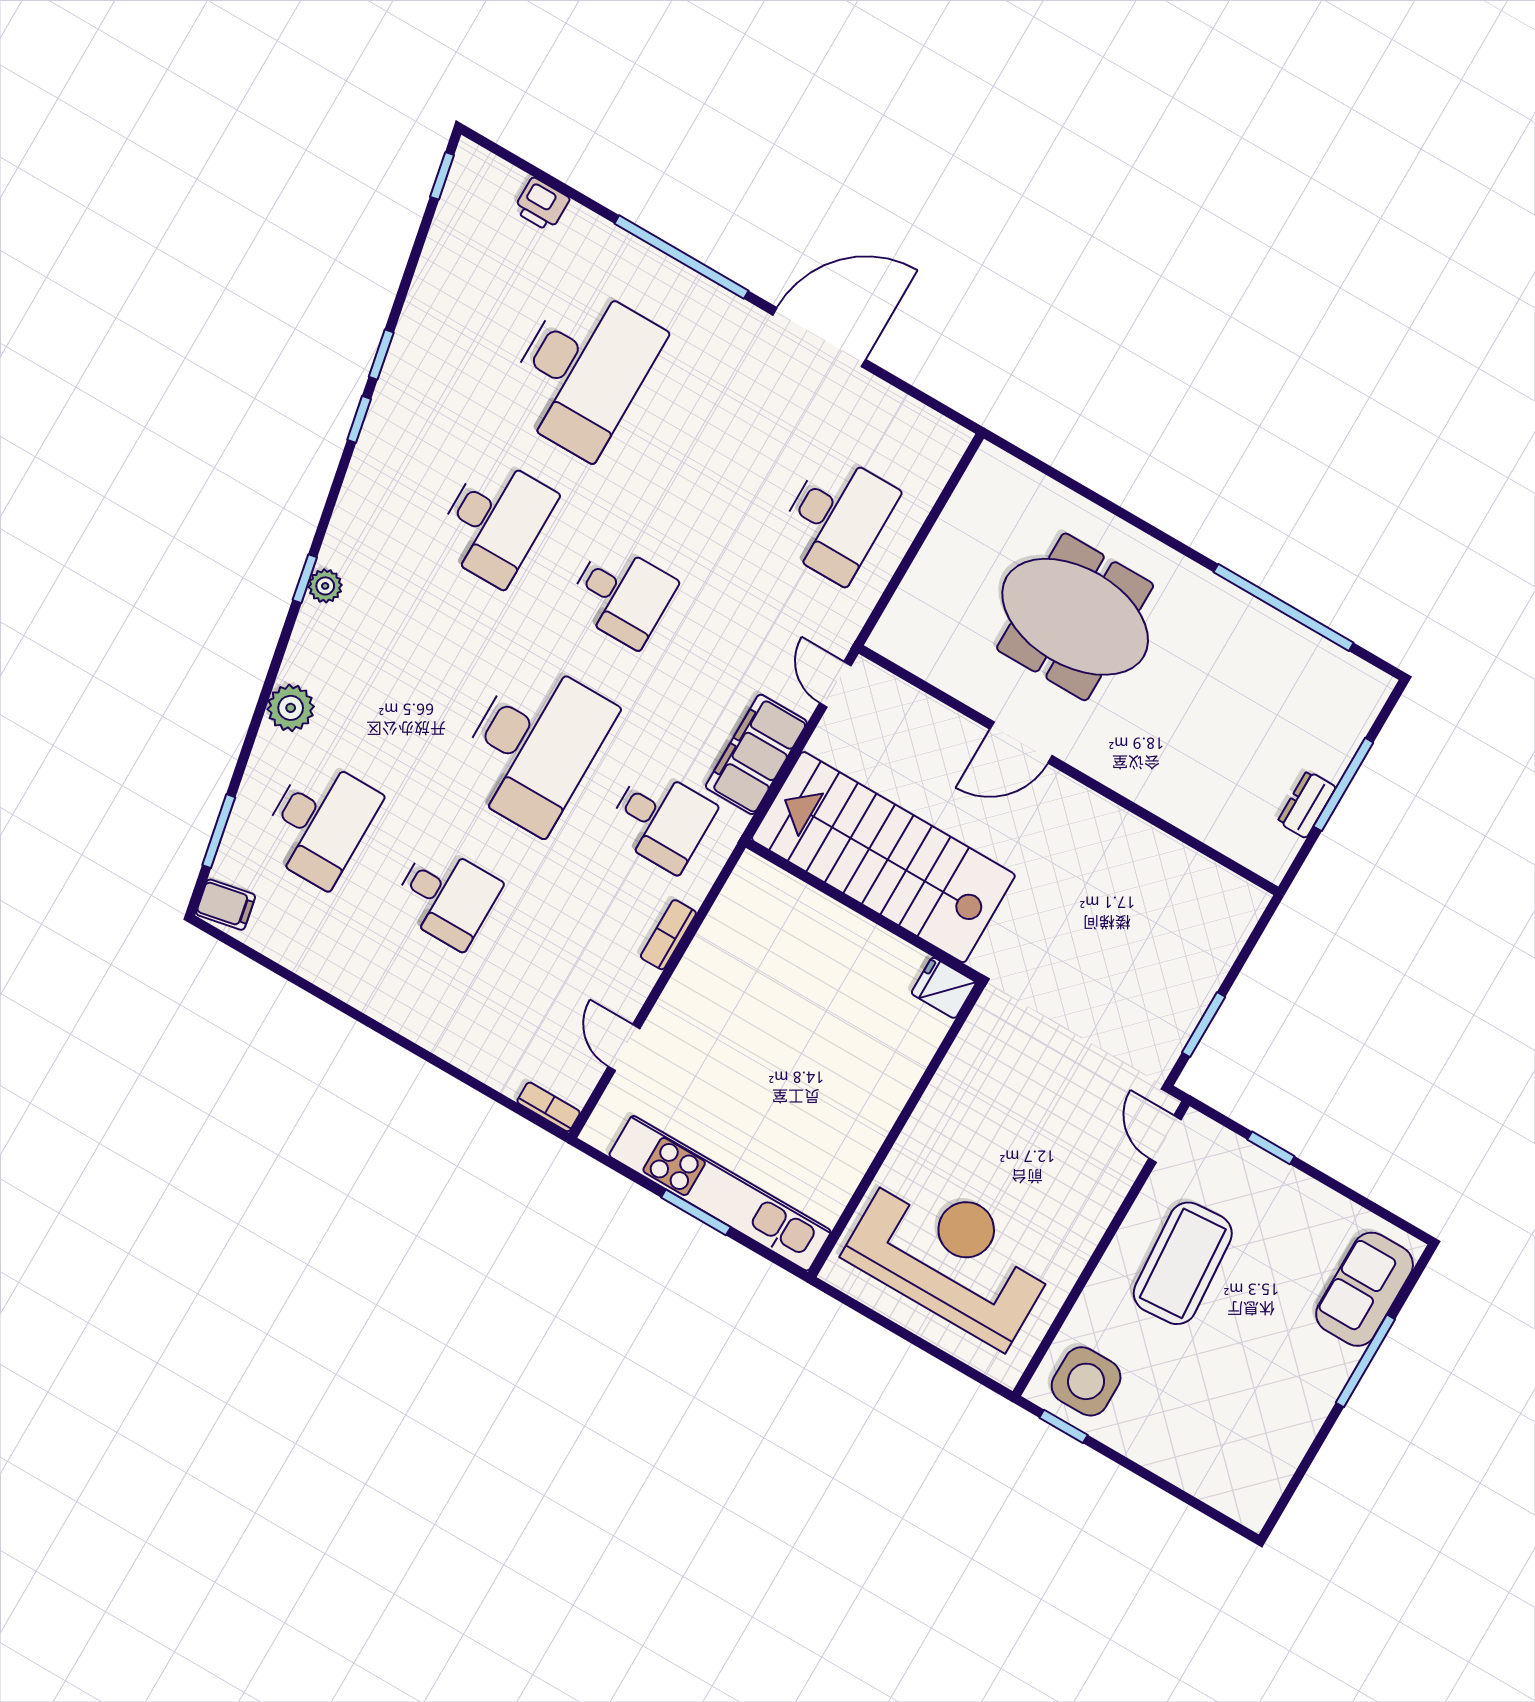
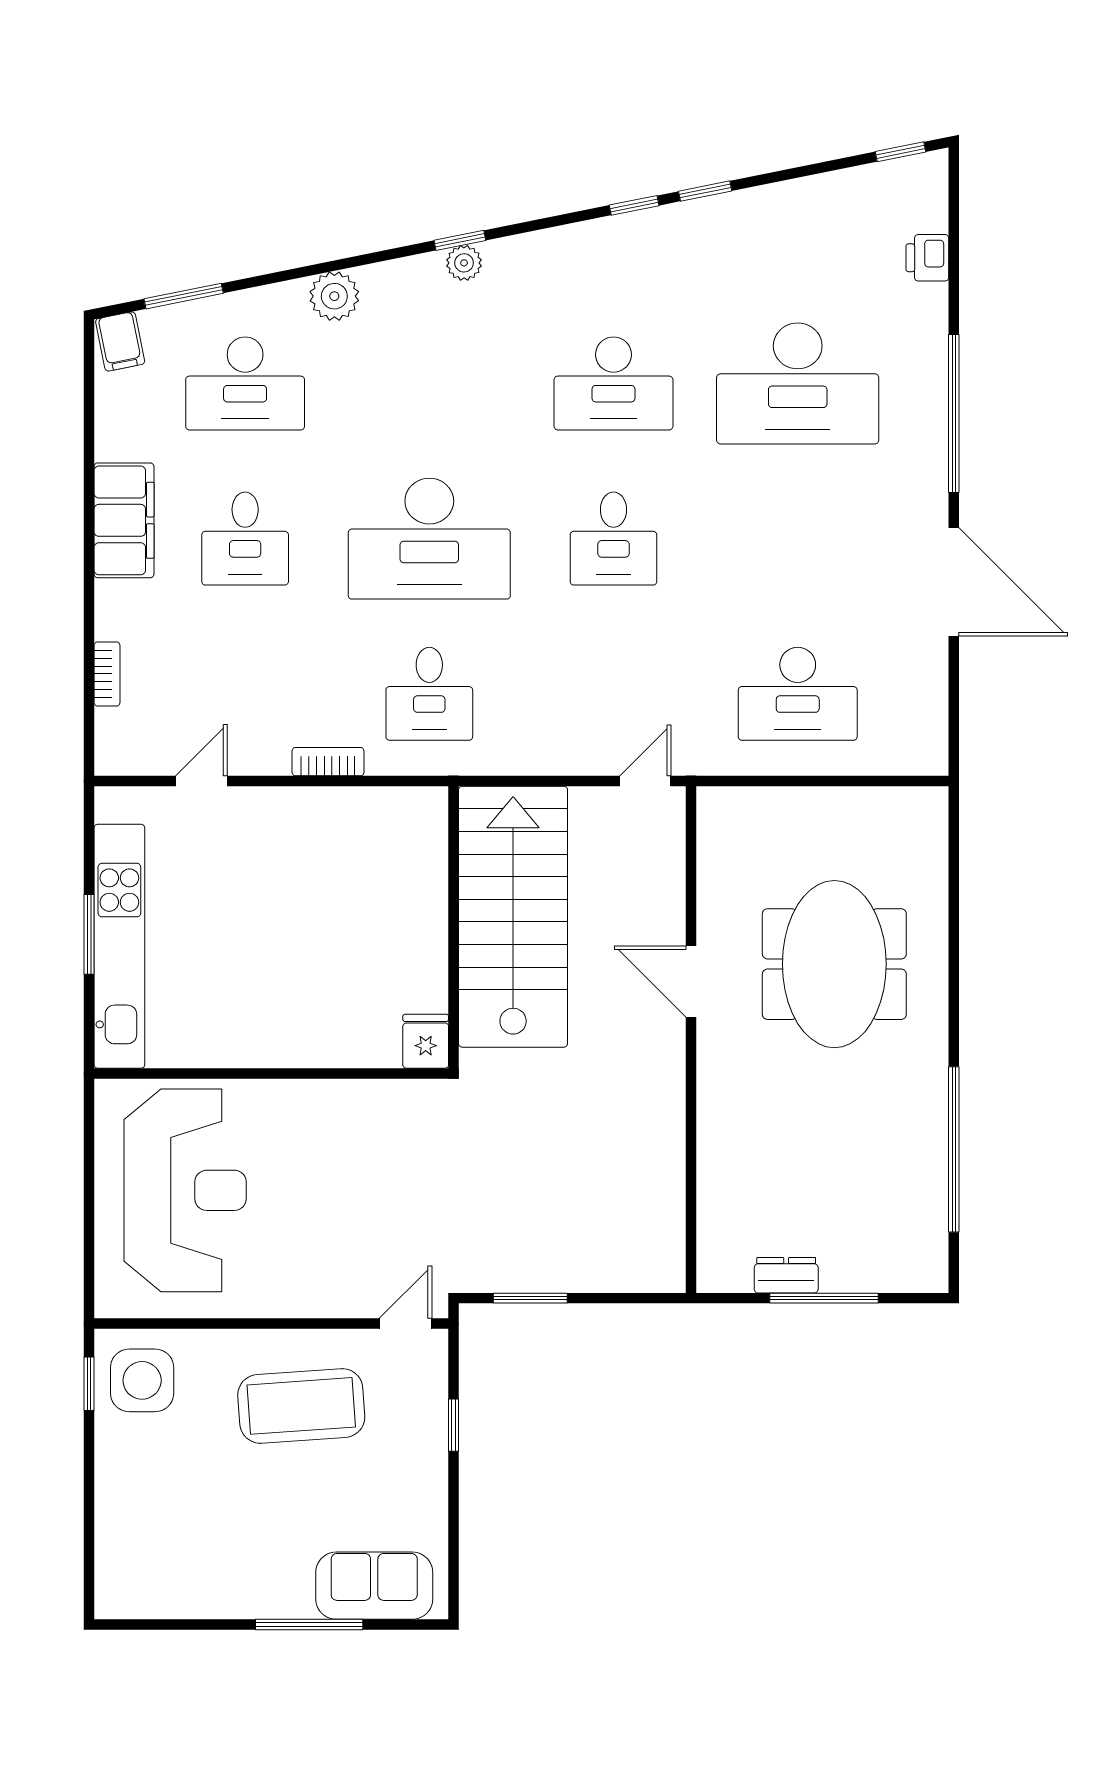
filing cabinet: (756, 754) -> (124, 520), moved, turned 90
bookcase: (549, 1107) -> (107, 674), moved

